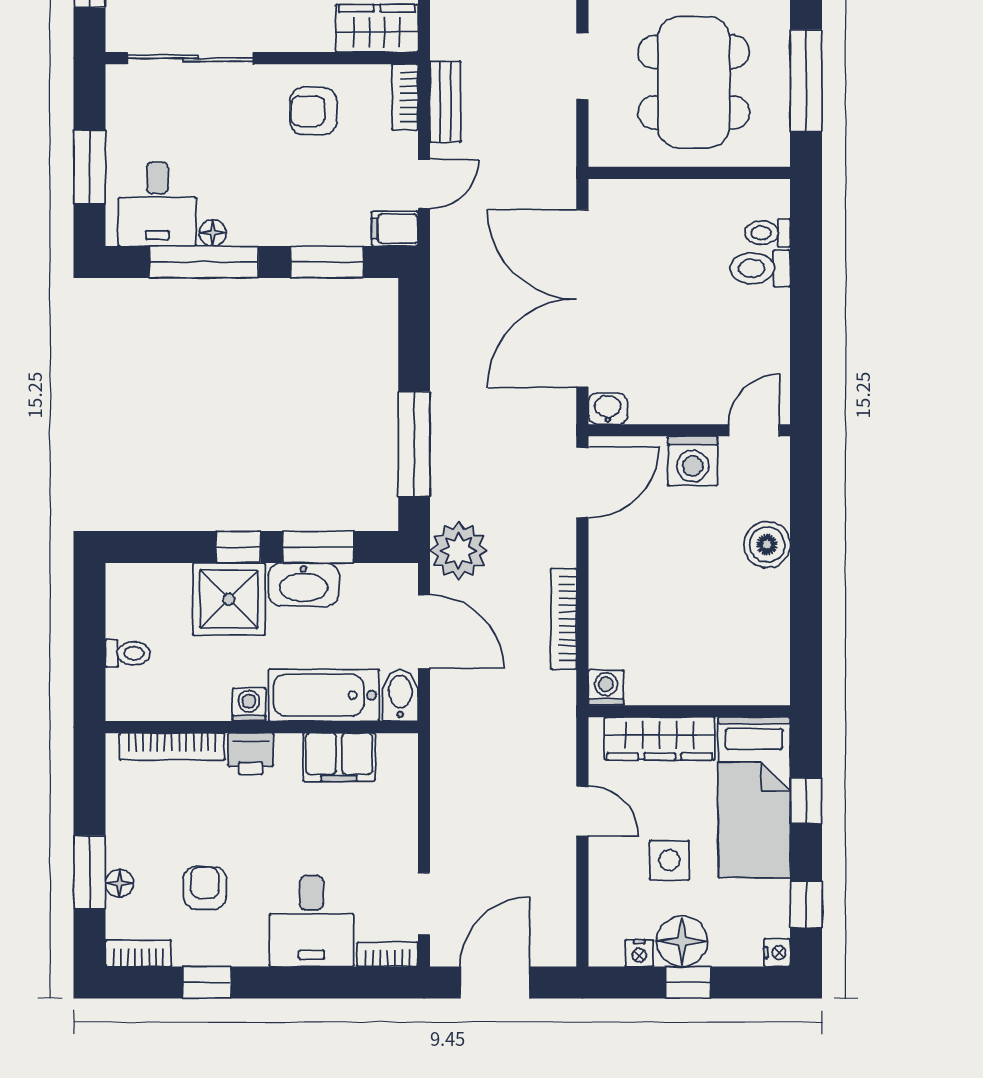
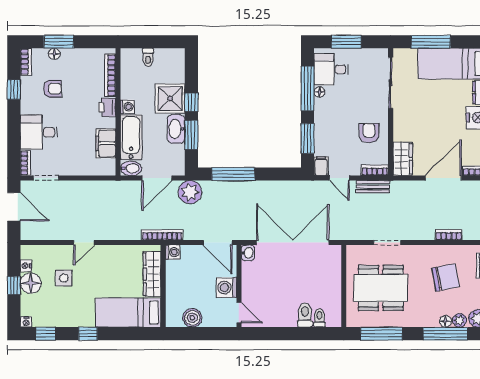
washing machine: (606, 688) -> (173, 252), moved
wall: (689, 711) -> (163, 286), moved
wardrobe: (660, 739) -> (152, 274), moved
bed: (754, 797) -> (128, 313), moved

